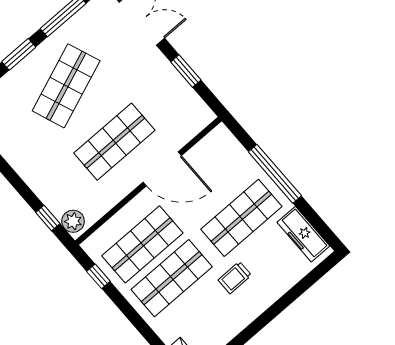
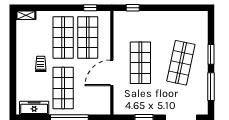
shop shelf: (66, 86) -> (181, 63), turned 33
plant: (73, 221) -> (122, 17), removed

